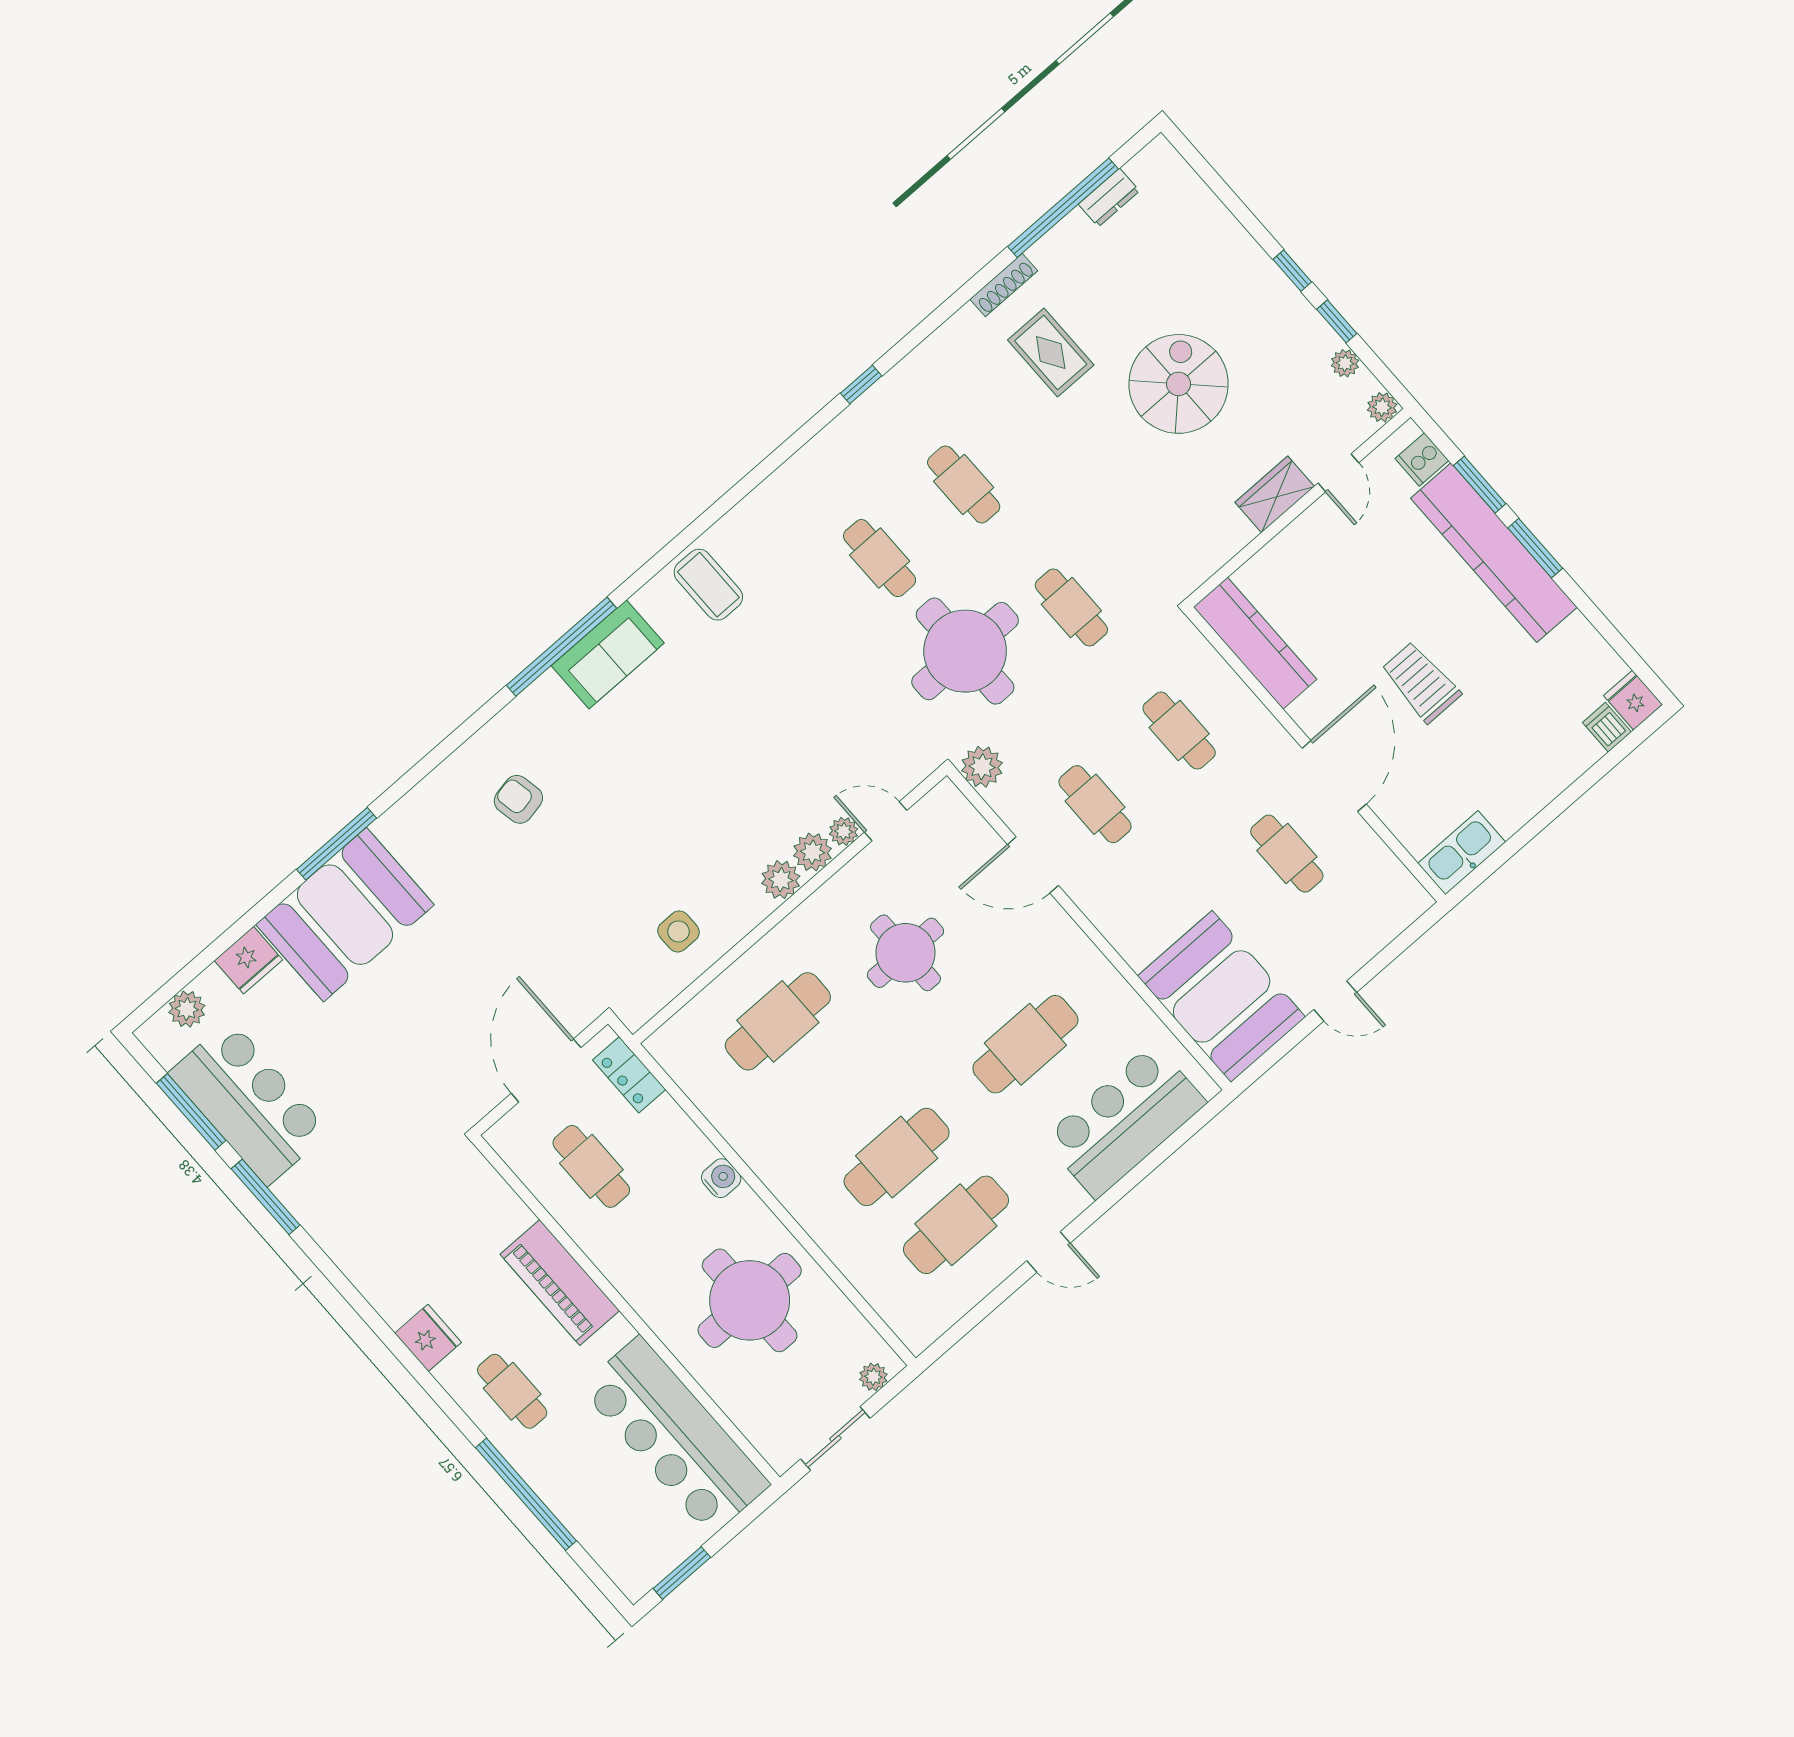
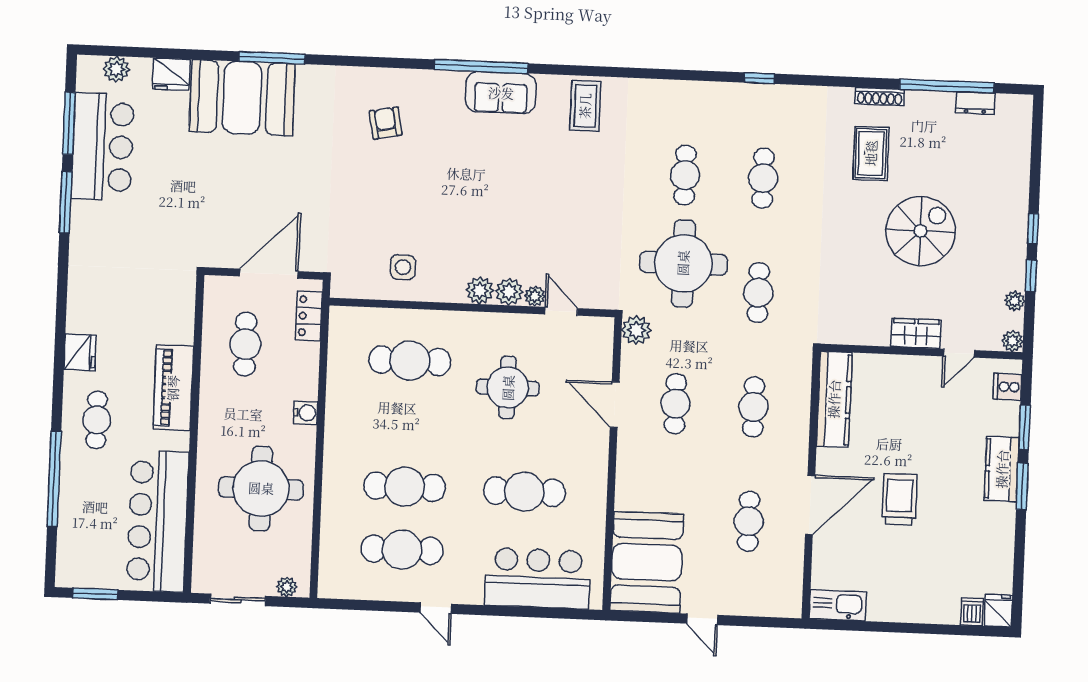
kitchen counter: (1494, 553) -> (1002, 469), width x0.48, depth x0.86

